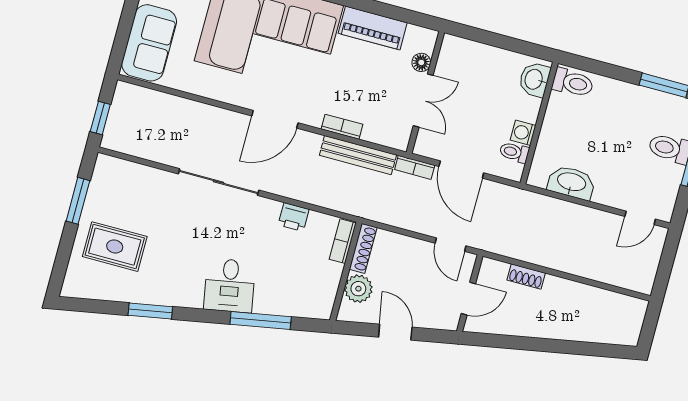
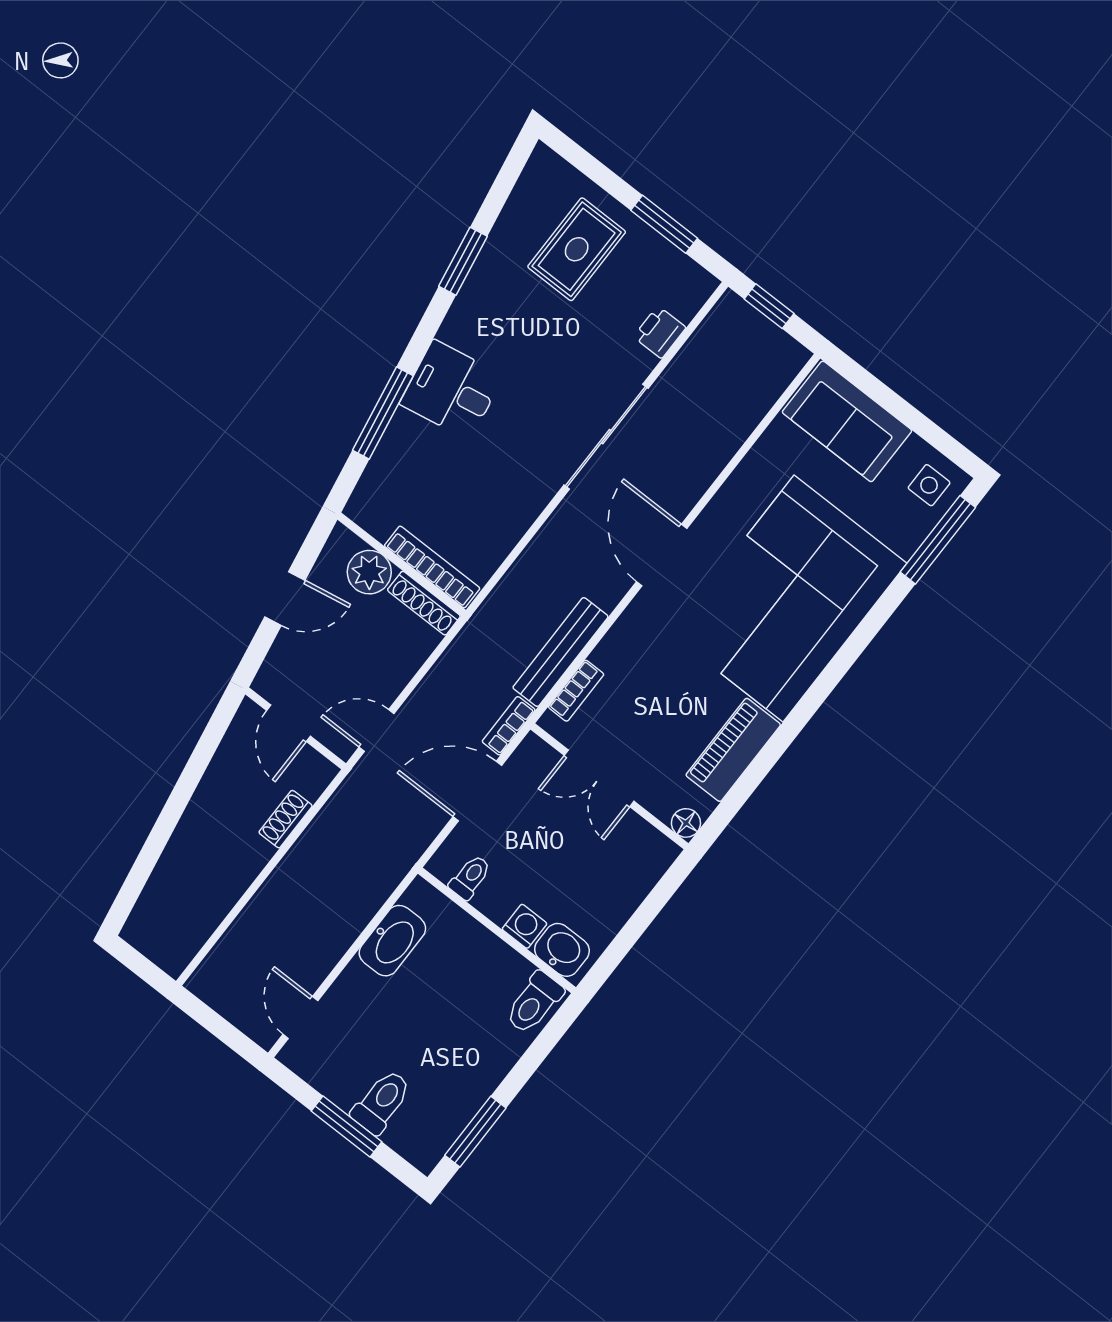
floor lamp: (421, 62) -> (686, 823), moved
bookcase: (342, 127) -> (576, 691), moved
washing machine: (523, 133) -> (524, 926), moved
printer: (294, 217) -> (660, 332), moved
bookcase: (343, 241) -> (432, 567), width x1.56

